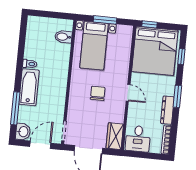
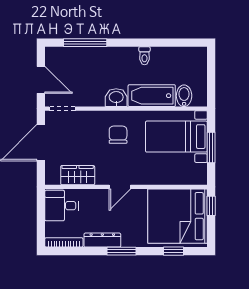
bathtub: (29, 87) -> (152, 96), moved, turned 180
chair: (98, 93) -> (118, 135), moved, turned -90
washbasin: (23, 132) -> (116, 98), moved, turned 180
wardrobe: (115, 136) -> (78, 175), moved

